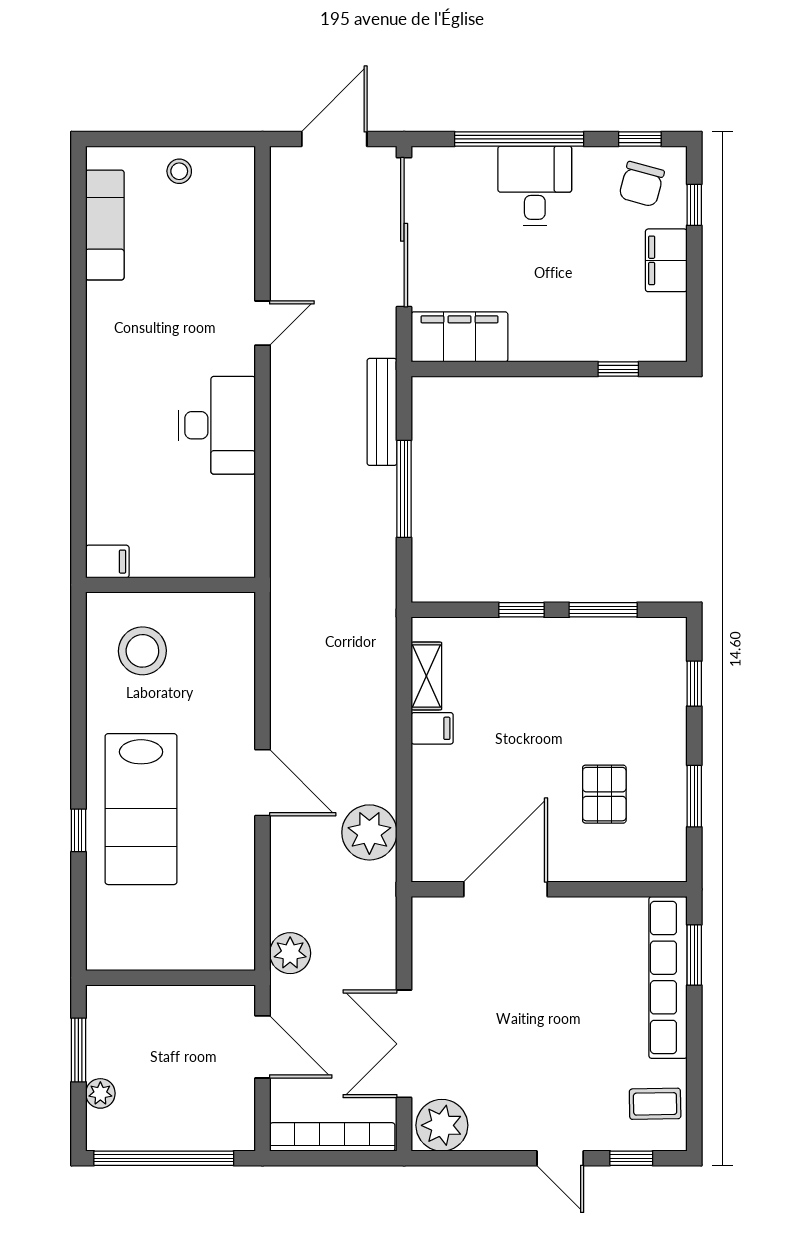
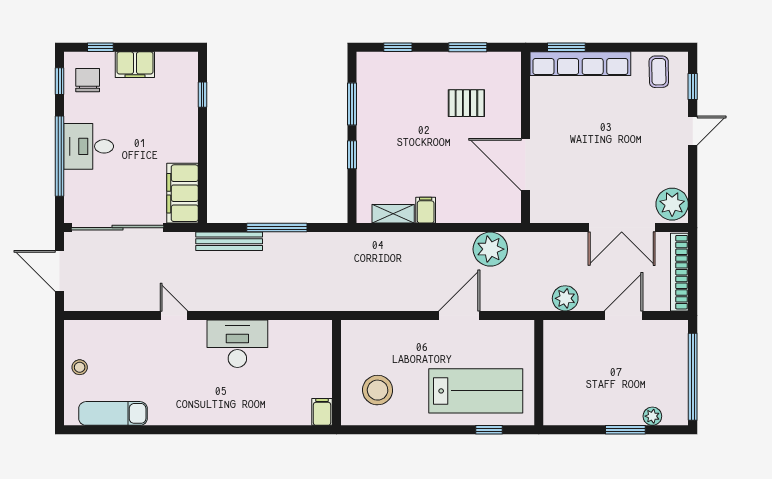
chair: (642, 184) -> (88, 80), turned -105
wall: (170, 978) -> (539, 373), moved

